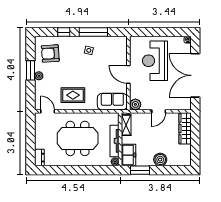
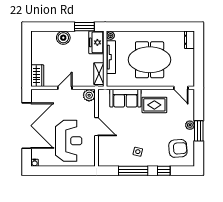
sofa: (112, 102) -> (125, 98), moved
wardrobe: (185, 128) -> (37, 76), width x0.67

